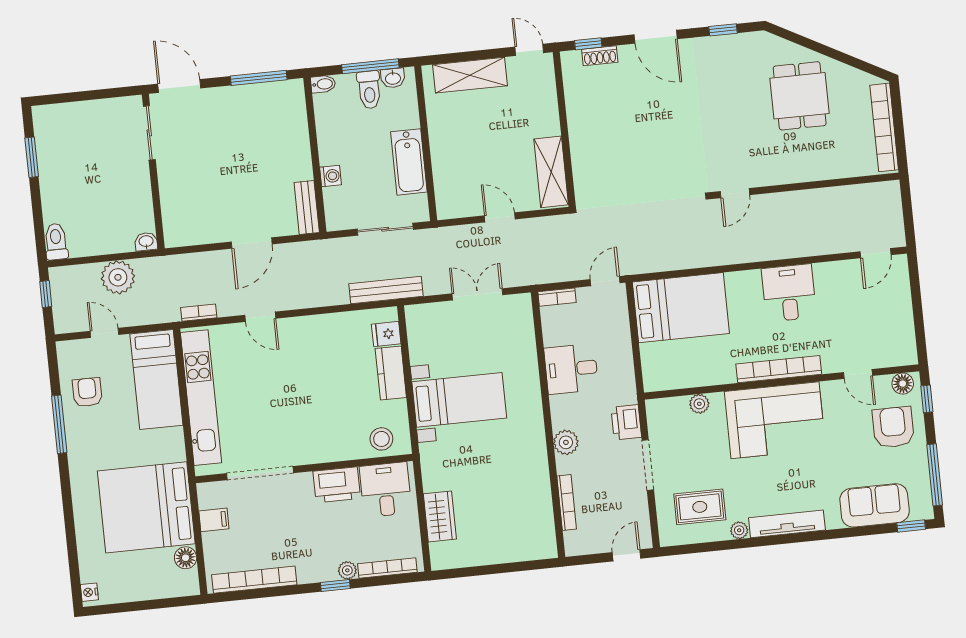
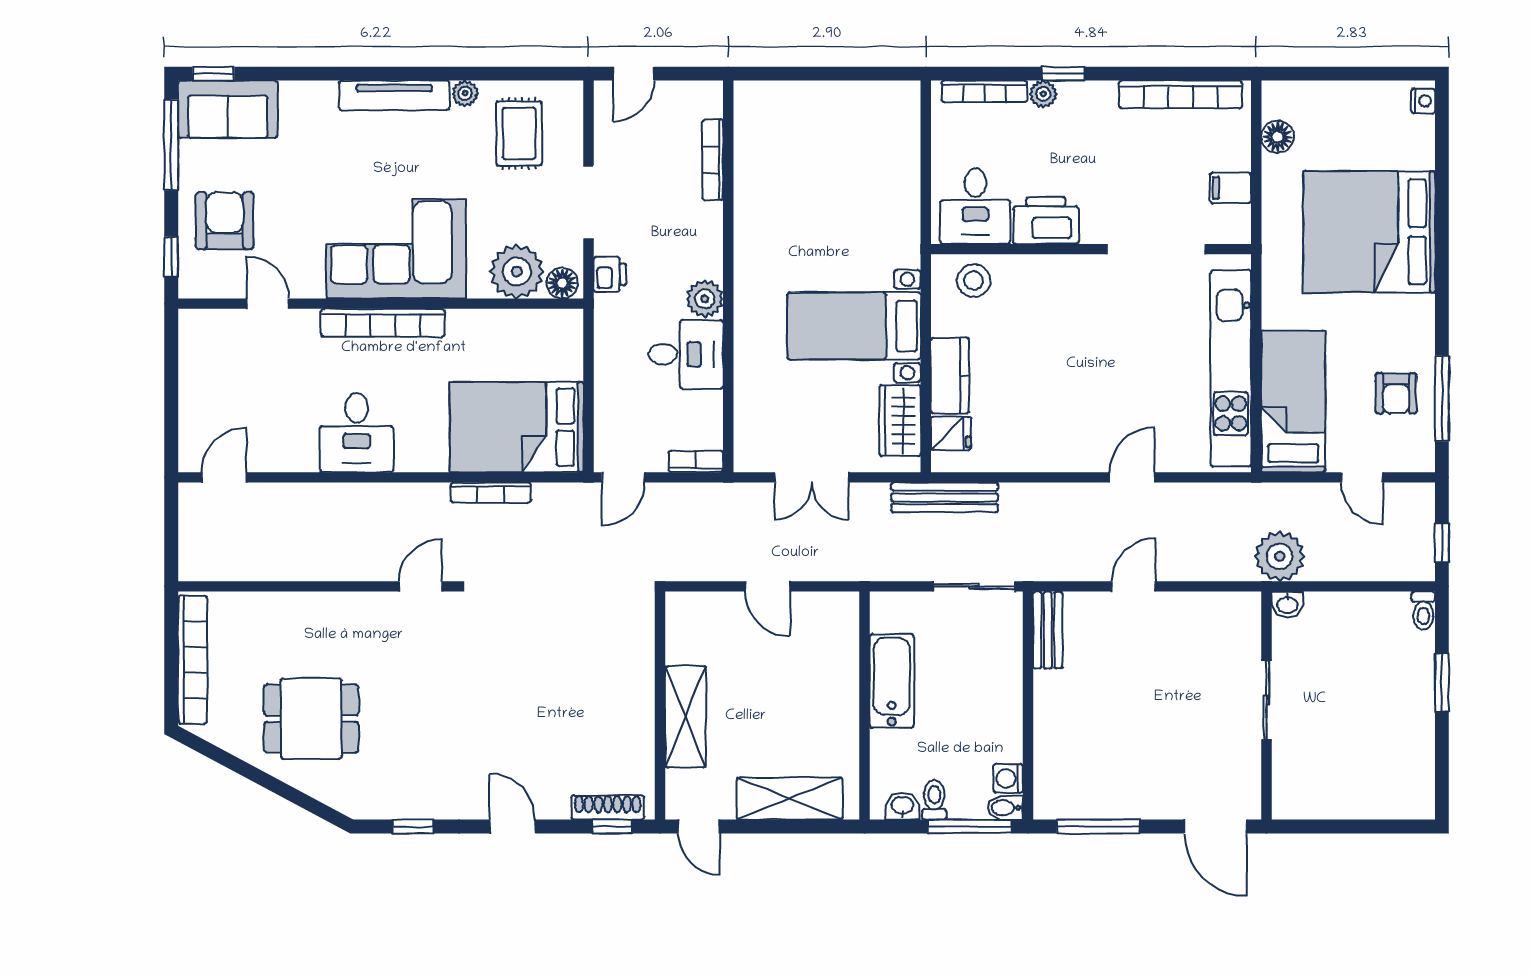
door: (656, 37) -> (512, 827), width x0.73
shoe rack: (600, 56) -> (608, 807), width x1.43
window: (370, 66) -> (970, 827), moved
toilet: (369, 90) -> (934, 800), width x0.73, depth x0.72
dining table: (800, 96) -> (311, 719), turned 90
sliding door: (149, 133) -> (1266, 700), moved
window: (32, 157) -> (1442, 683), moved
shelving: (551, 172) -> (686, 717), moved
washing machine: (331, 176) -> (1008, 778), moved
sliding door: (385, 229) -> (974, 586), moved
toilet: (56, 242) -> (1423, 611), width x0.73, depth x0.72
door: (252, 243) -> (1134, 586), width x0.73
plant: (118, 277) -> (1280, 557), moved
bookcase: (199, 313) -> (491, 493), moved, width x1.56
door: (260, 317) -> (1132, 477), hinge flipped
floor lamp: (903, 384) -> (562, 283), moved
plant: (699, 404) -> (517, 271), width x1.87, depth x1.87
printer: (626, 422) -> (610, 274), width x0.73, depth x0.81
window: (59, 424) -> (1442, 398), moved
armchair: (893, 427) -> (225, 221), turned 180
plant: (566, 442) -> (705, 299), moved
sofa: (875, 505) -> (228, 109), moved
bed: (146, 507) -> (1369, 232), moved, turned 180
rug: (700, 507) -> (519, 133), turned 90
wardrobe: (440, 516) -> (900, 421), moved

